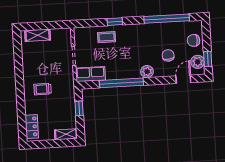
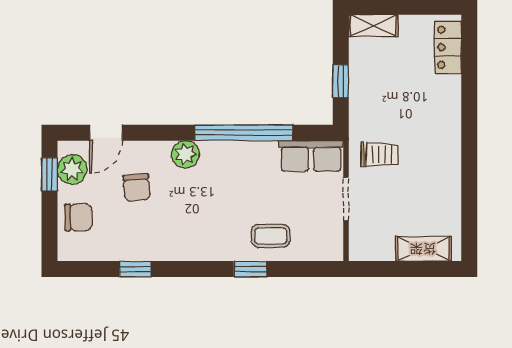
window: (167, 19) -> (135, 269), width x0.32
trolley: (43, 89) -> (379, 154), moved

